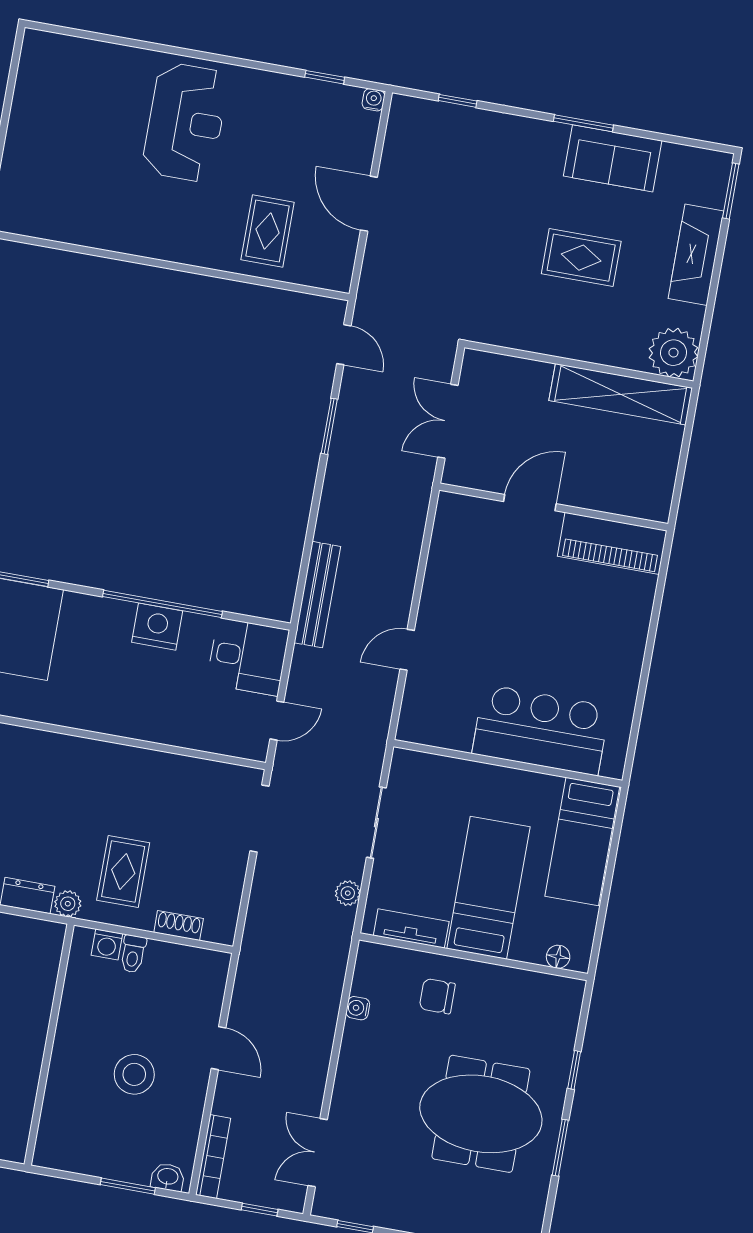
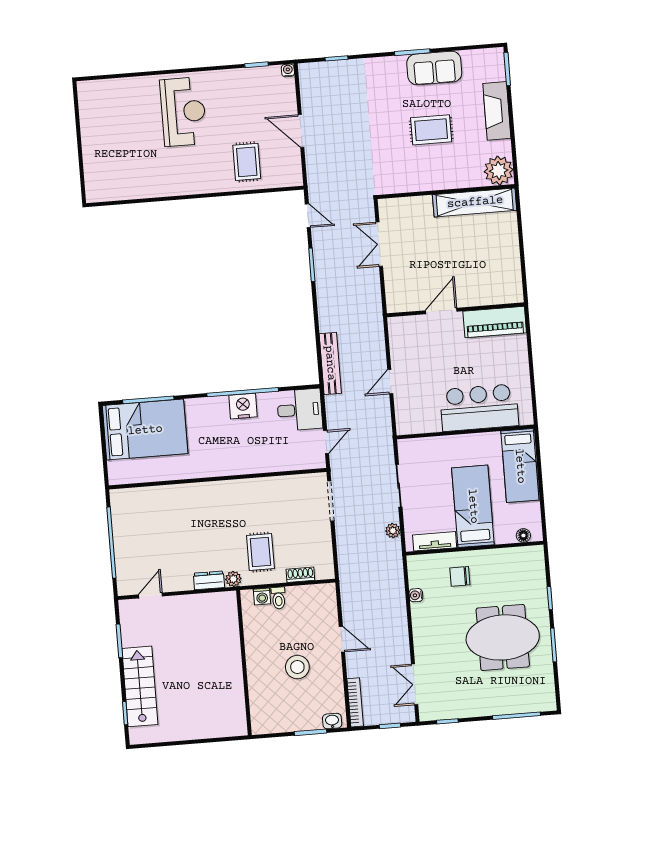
door: (530, 503) -> (441, 311), moved
wall: (554, 507) -> (456, 310), moved
piano: (612, 543) -> (495, 322), moved

